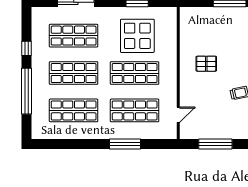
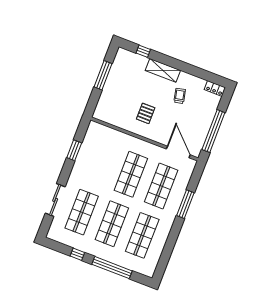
display table: (137, 36) -> (102, 161), removed
door: (178, 115) -> (178, 152), width x1.88
window: (215, 144) -> (213, 131), width x1.46

